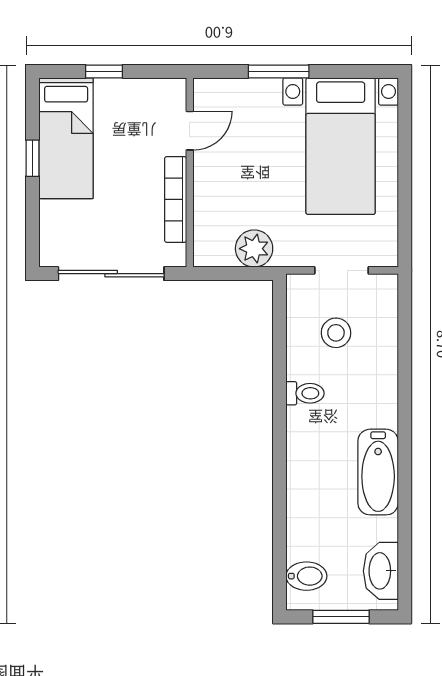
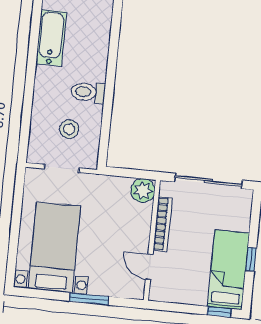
window: (104, 71) -> (219, 312), moved
door: (190, 131) -> (149, 267), hinge flipped
plant: (254, 249) -> (143, 191), moved
toilet: (305, 393) -> (88, 92), width x1.37, depth x1.39

